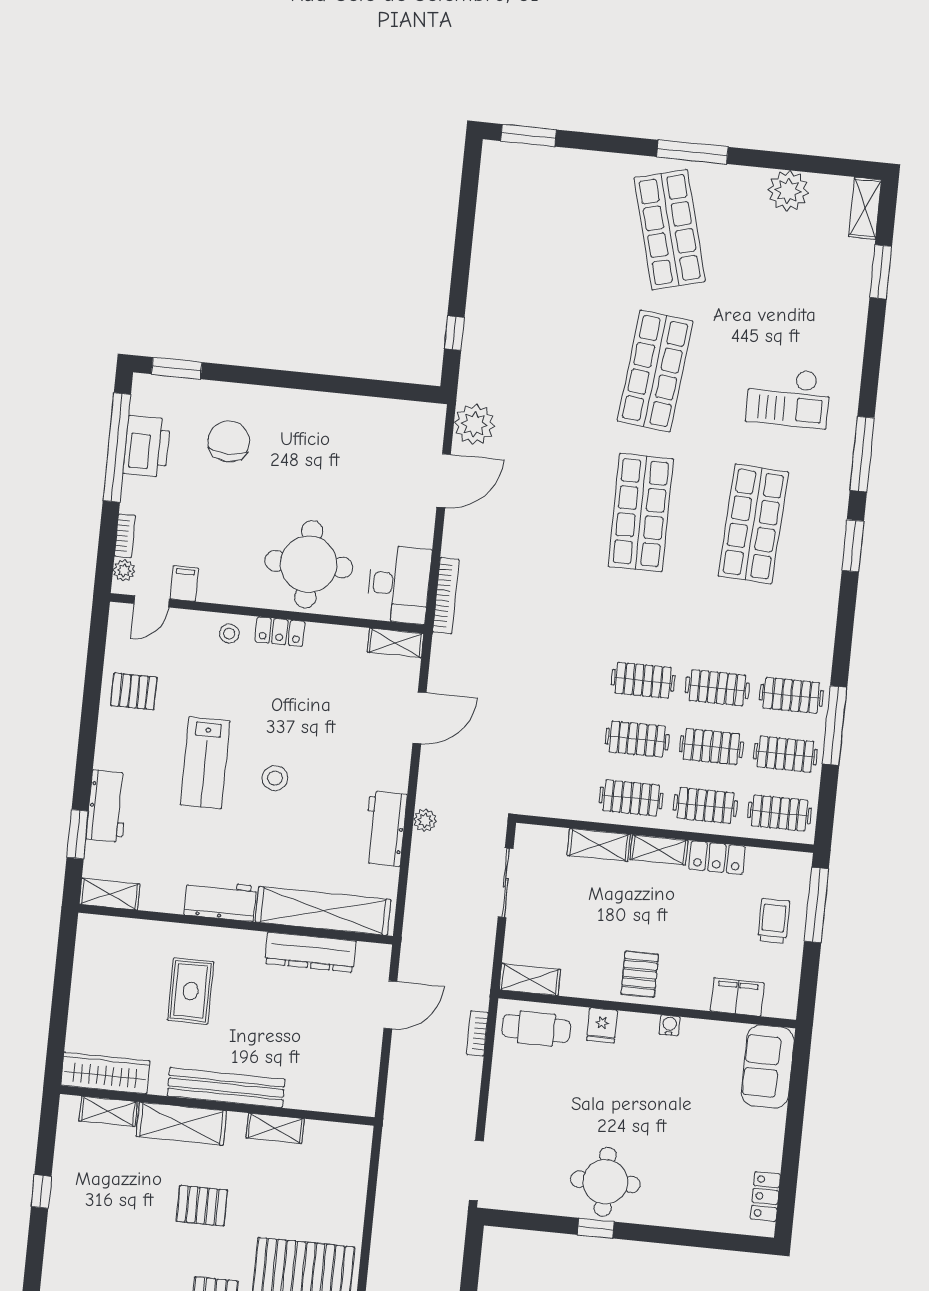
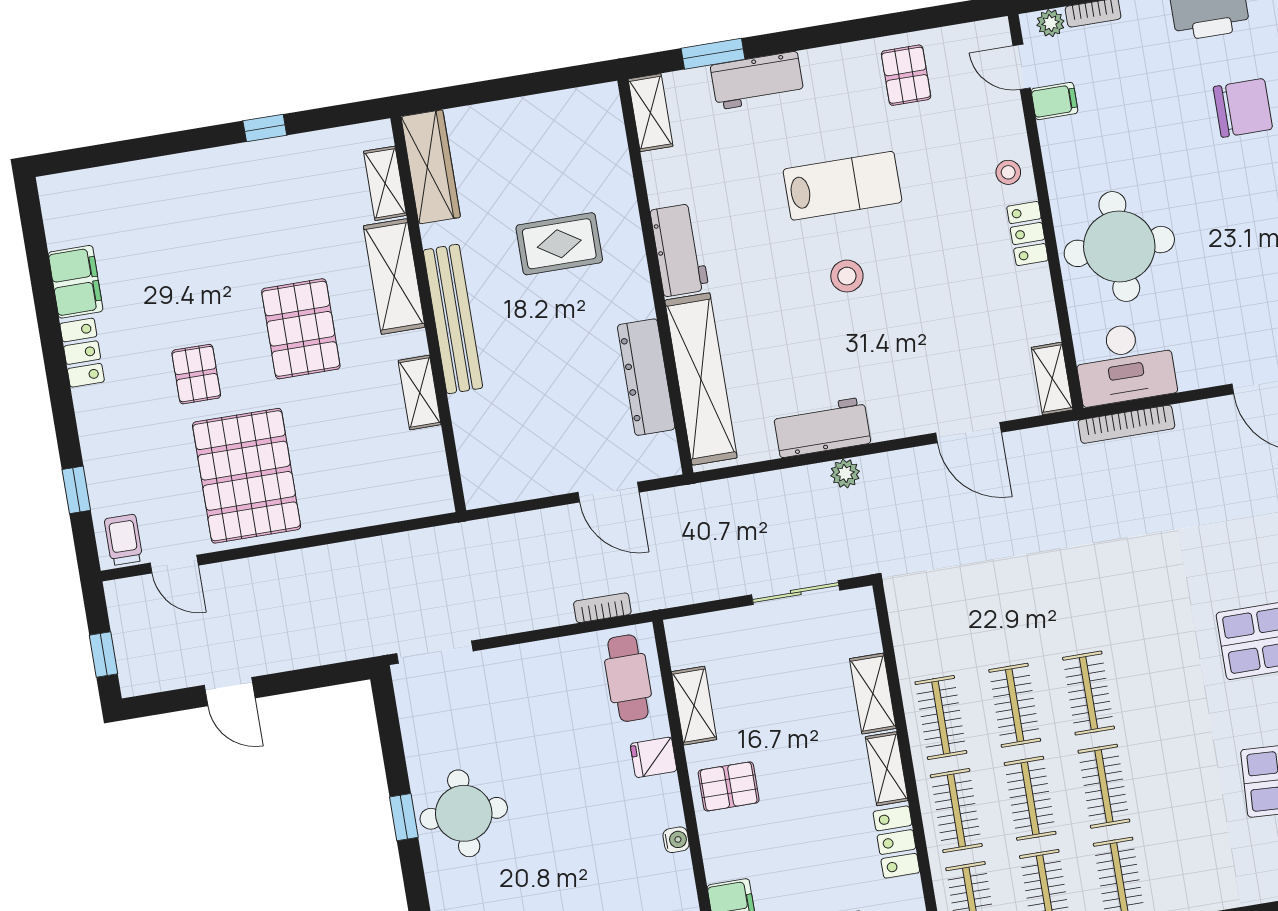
lab bench: (205, 763) -> (843, 186), turned 180
shelving: (530, 980) -> (694, 706), moved
pallet: (202, 1206) -> (301, 329), width x1.50, depth x1.42

